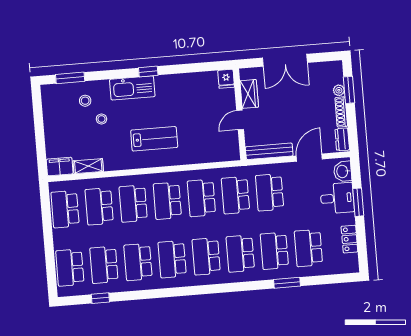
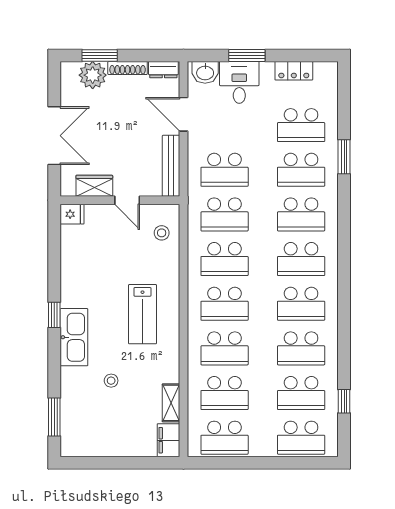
plant: (339, 90) -> (93, 75), width x1.88, depth x1.88
stool: (85, 101) -> (162, 233), moved
lab bench: (154, 139) -> (142, 314), turned 180

